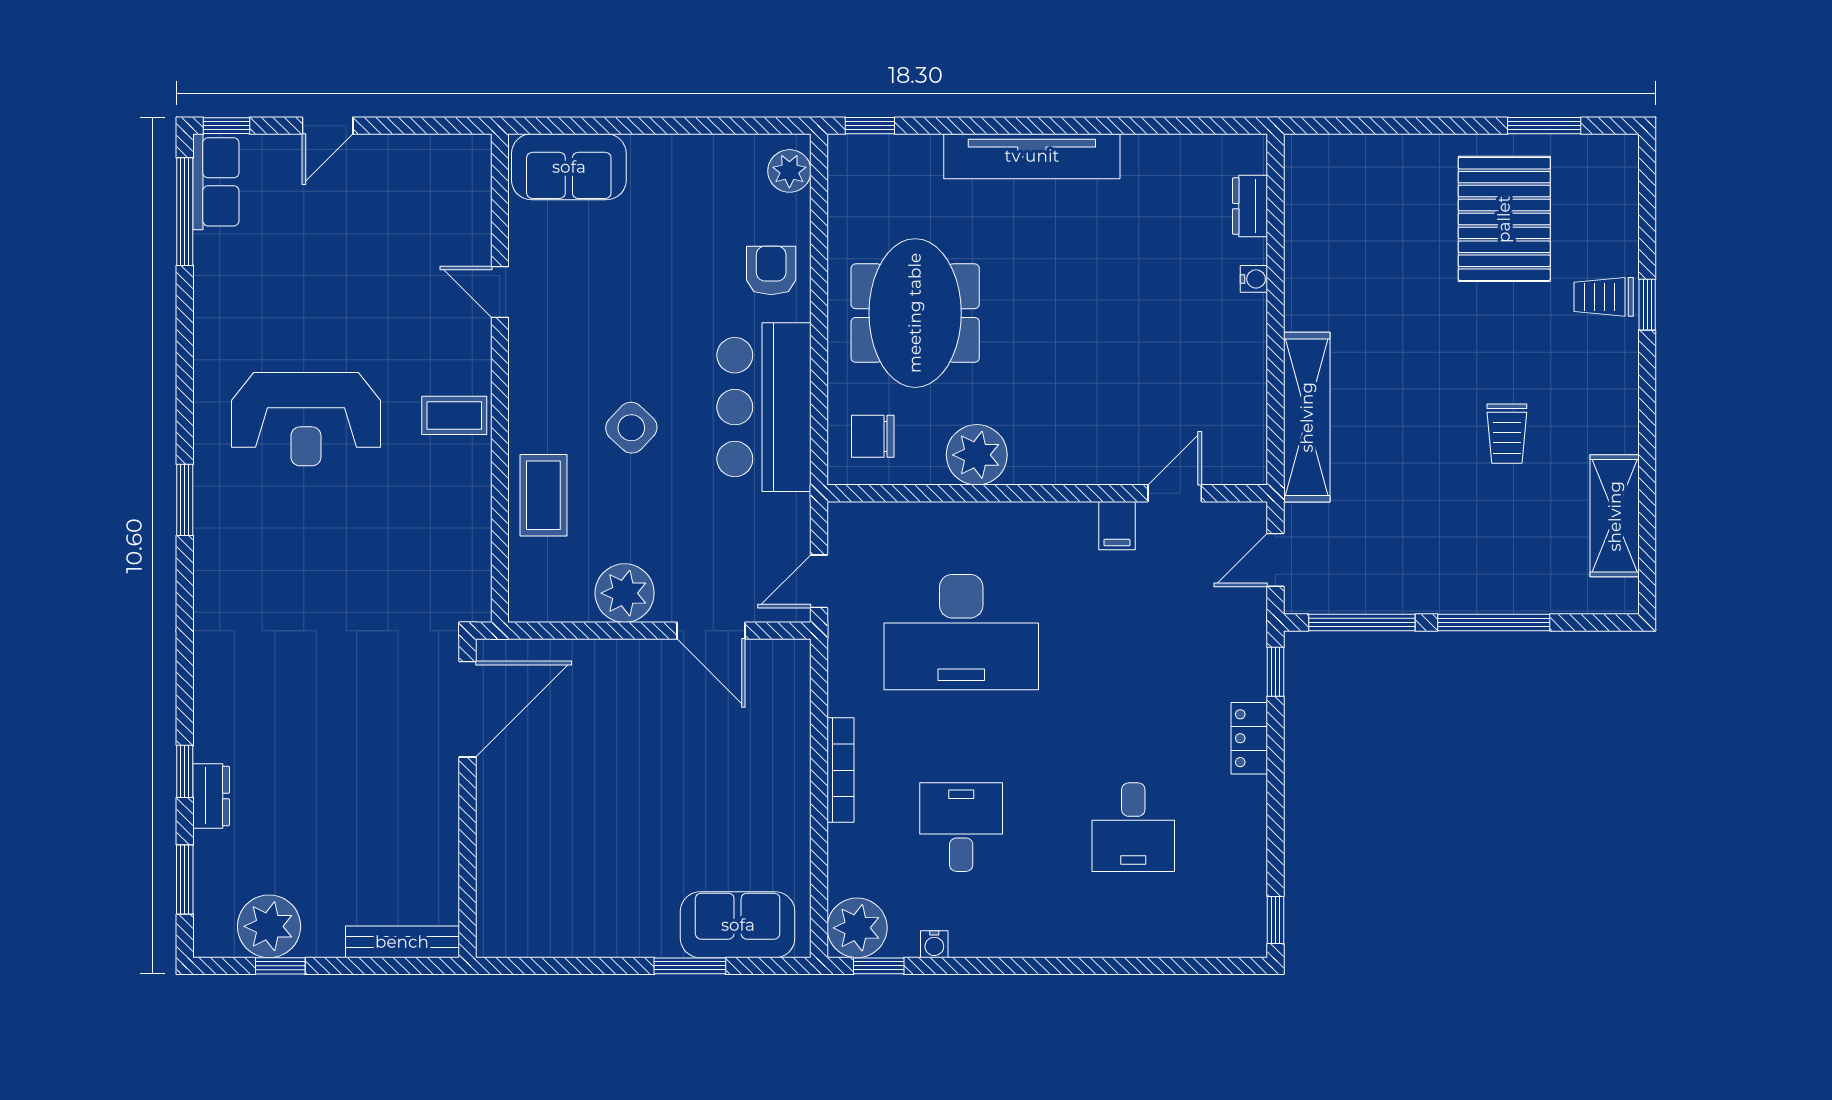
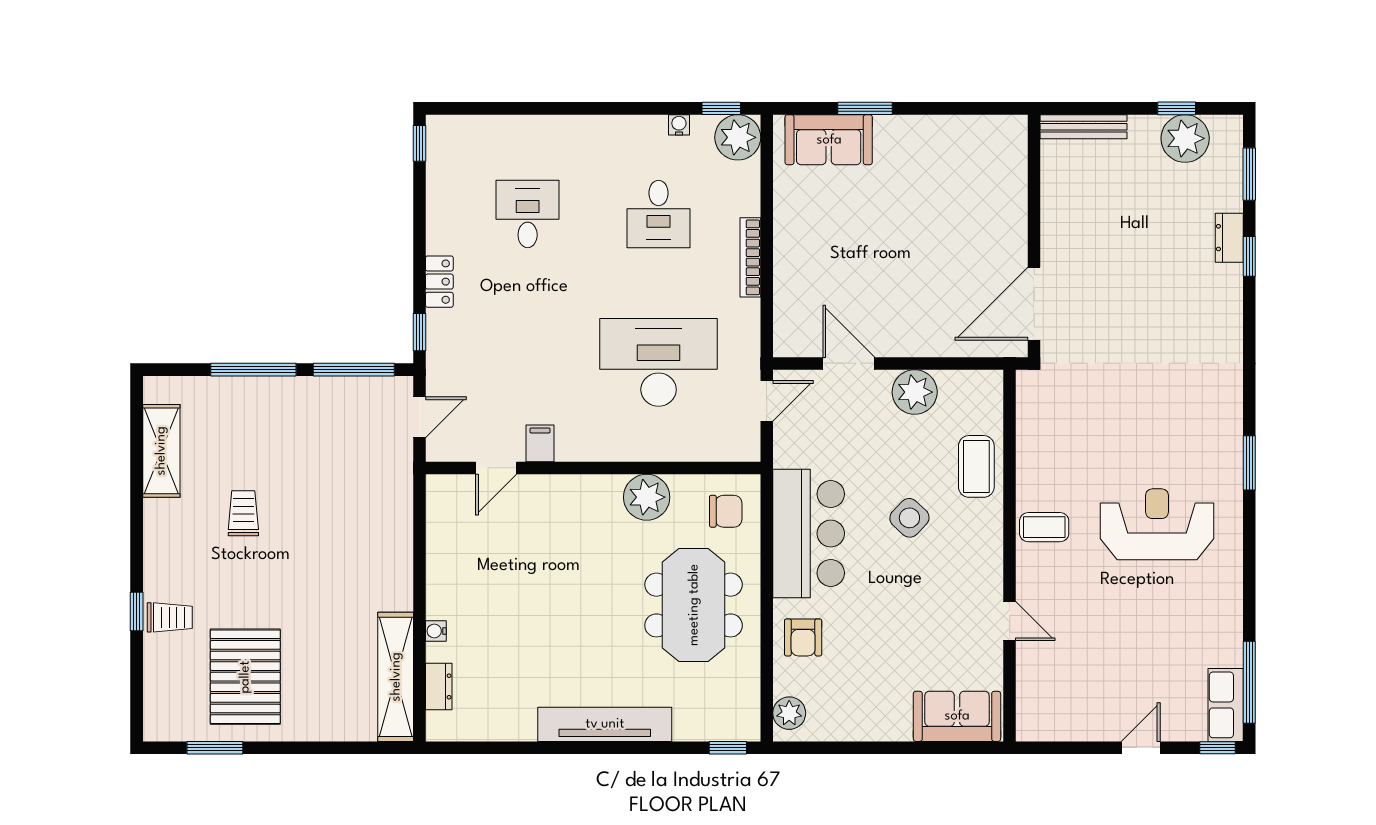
shelving: (1307, 417) -> (396, 677), moved

